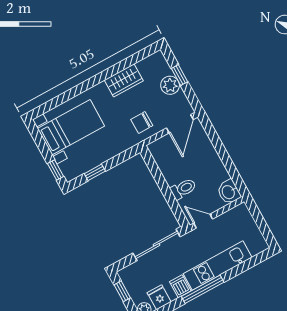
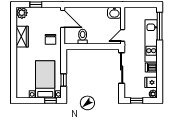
plant: (170, 85) -> (22, 13), moved
bed with nightstands: (71, 127) -> (45, 79), moved
toilet: (183, 189) -> (83, 37), moved
window: (203, 289) -> (160, 26), moved

